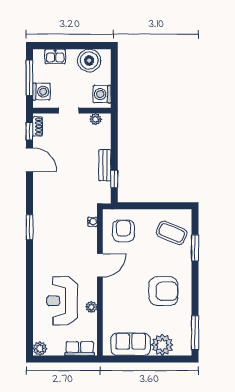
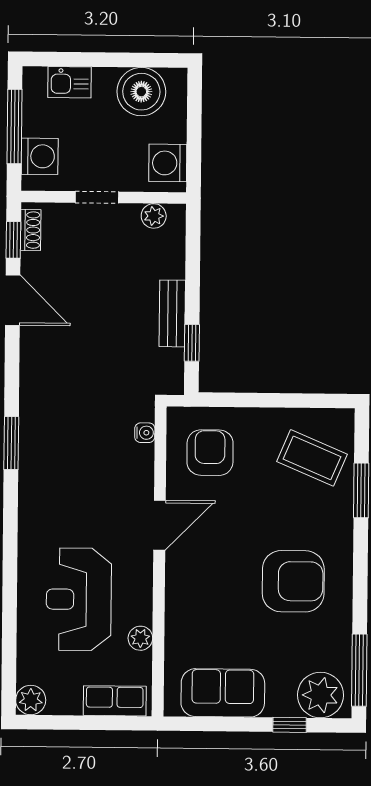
plant: (91, 307) -> (140, 638), moved
plant: (162, 345) -> (321, 695), moved
window: (162, 359) -> (290, 725), added

